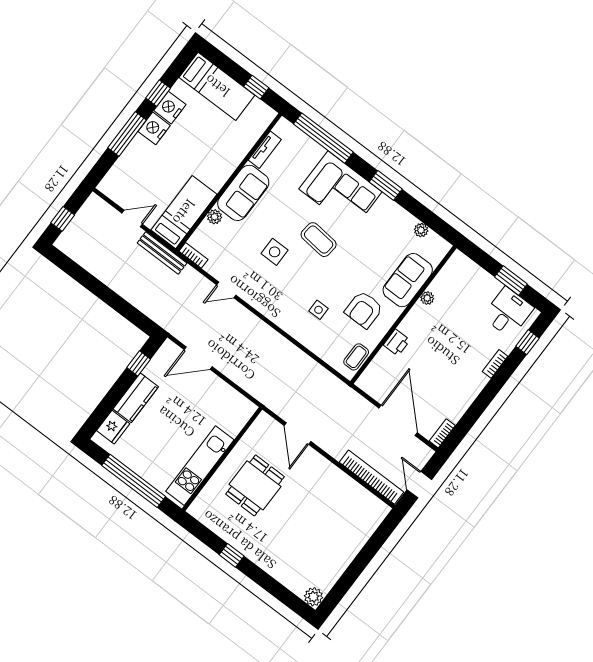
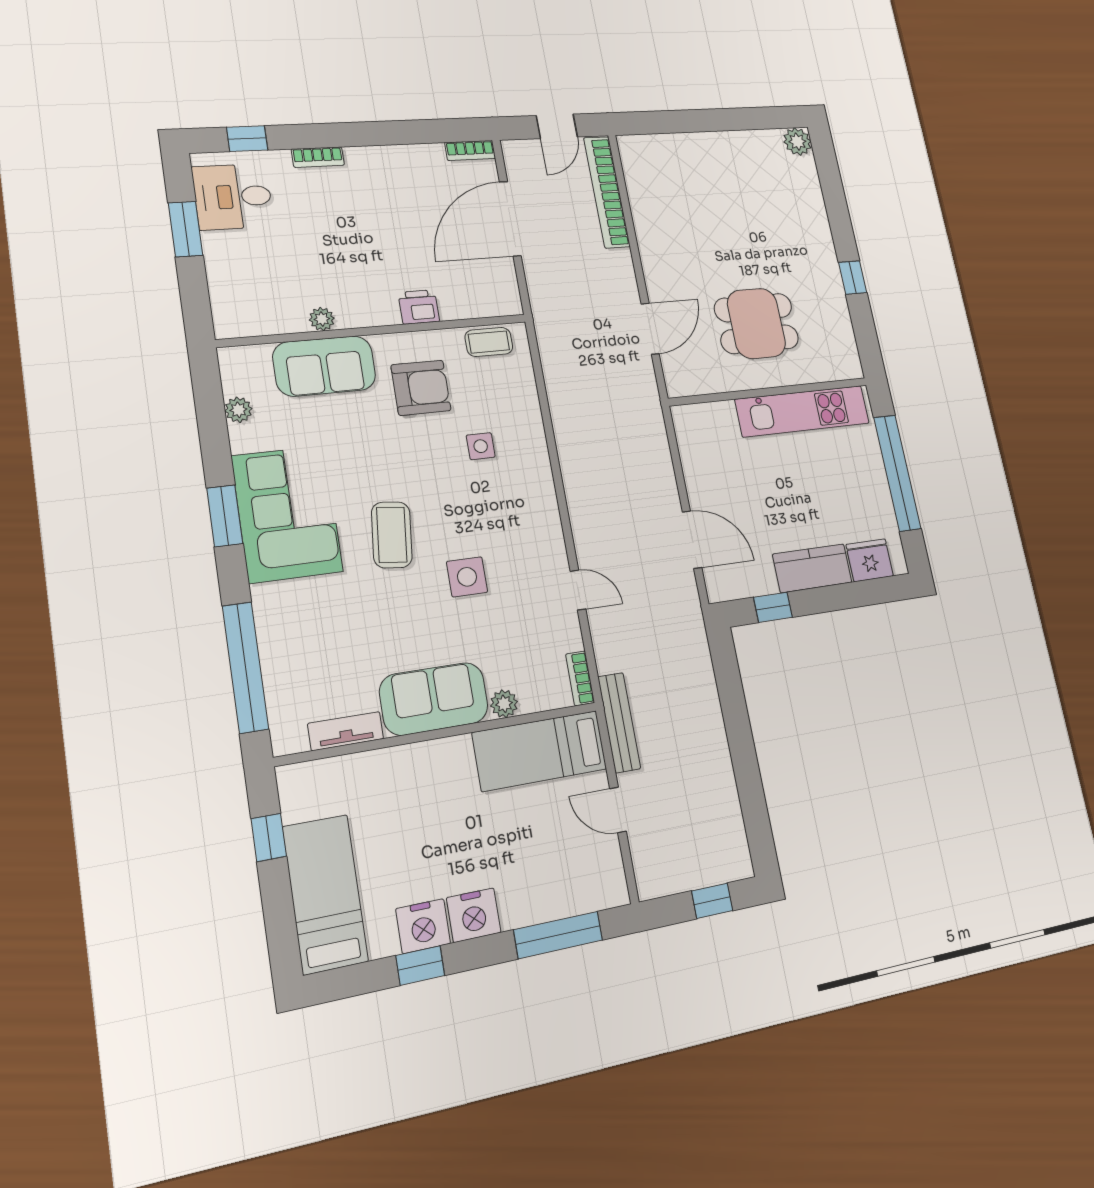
window: (127, 134) -> (558, 935), moved
corner sofa: (340, 190) -> (287, 514), moved

